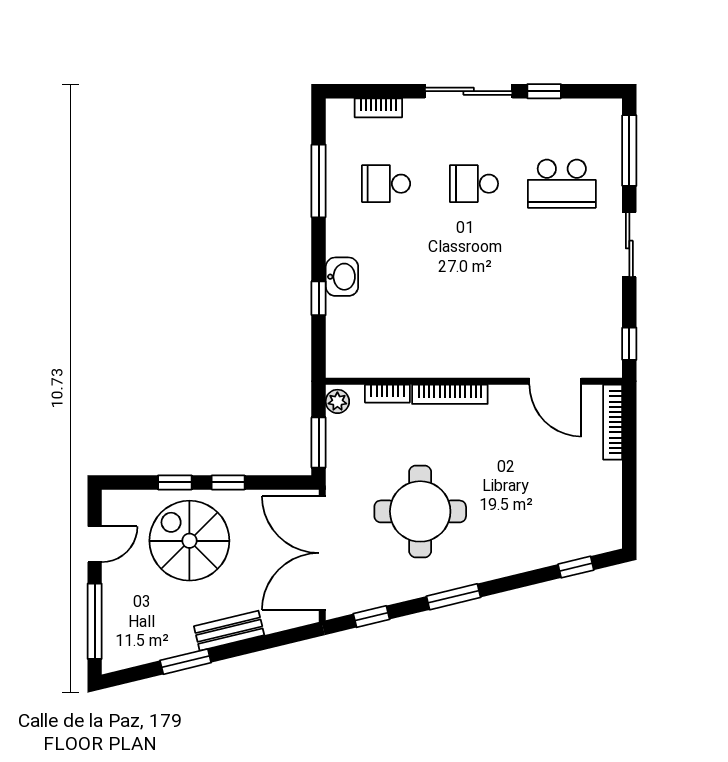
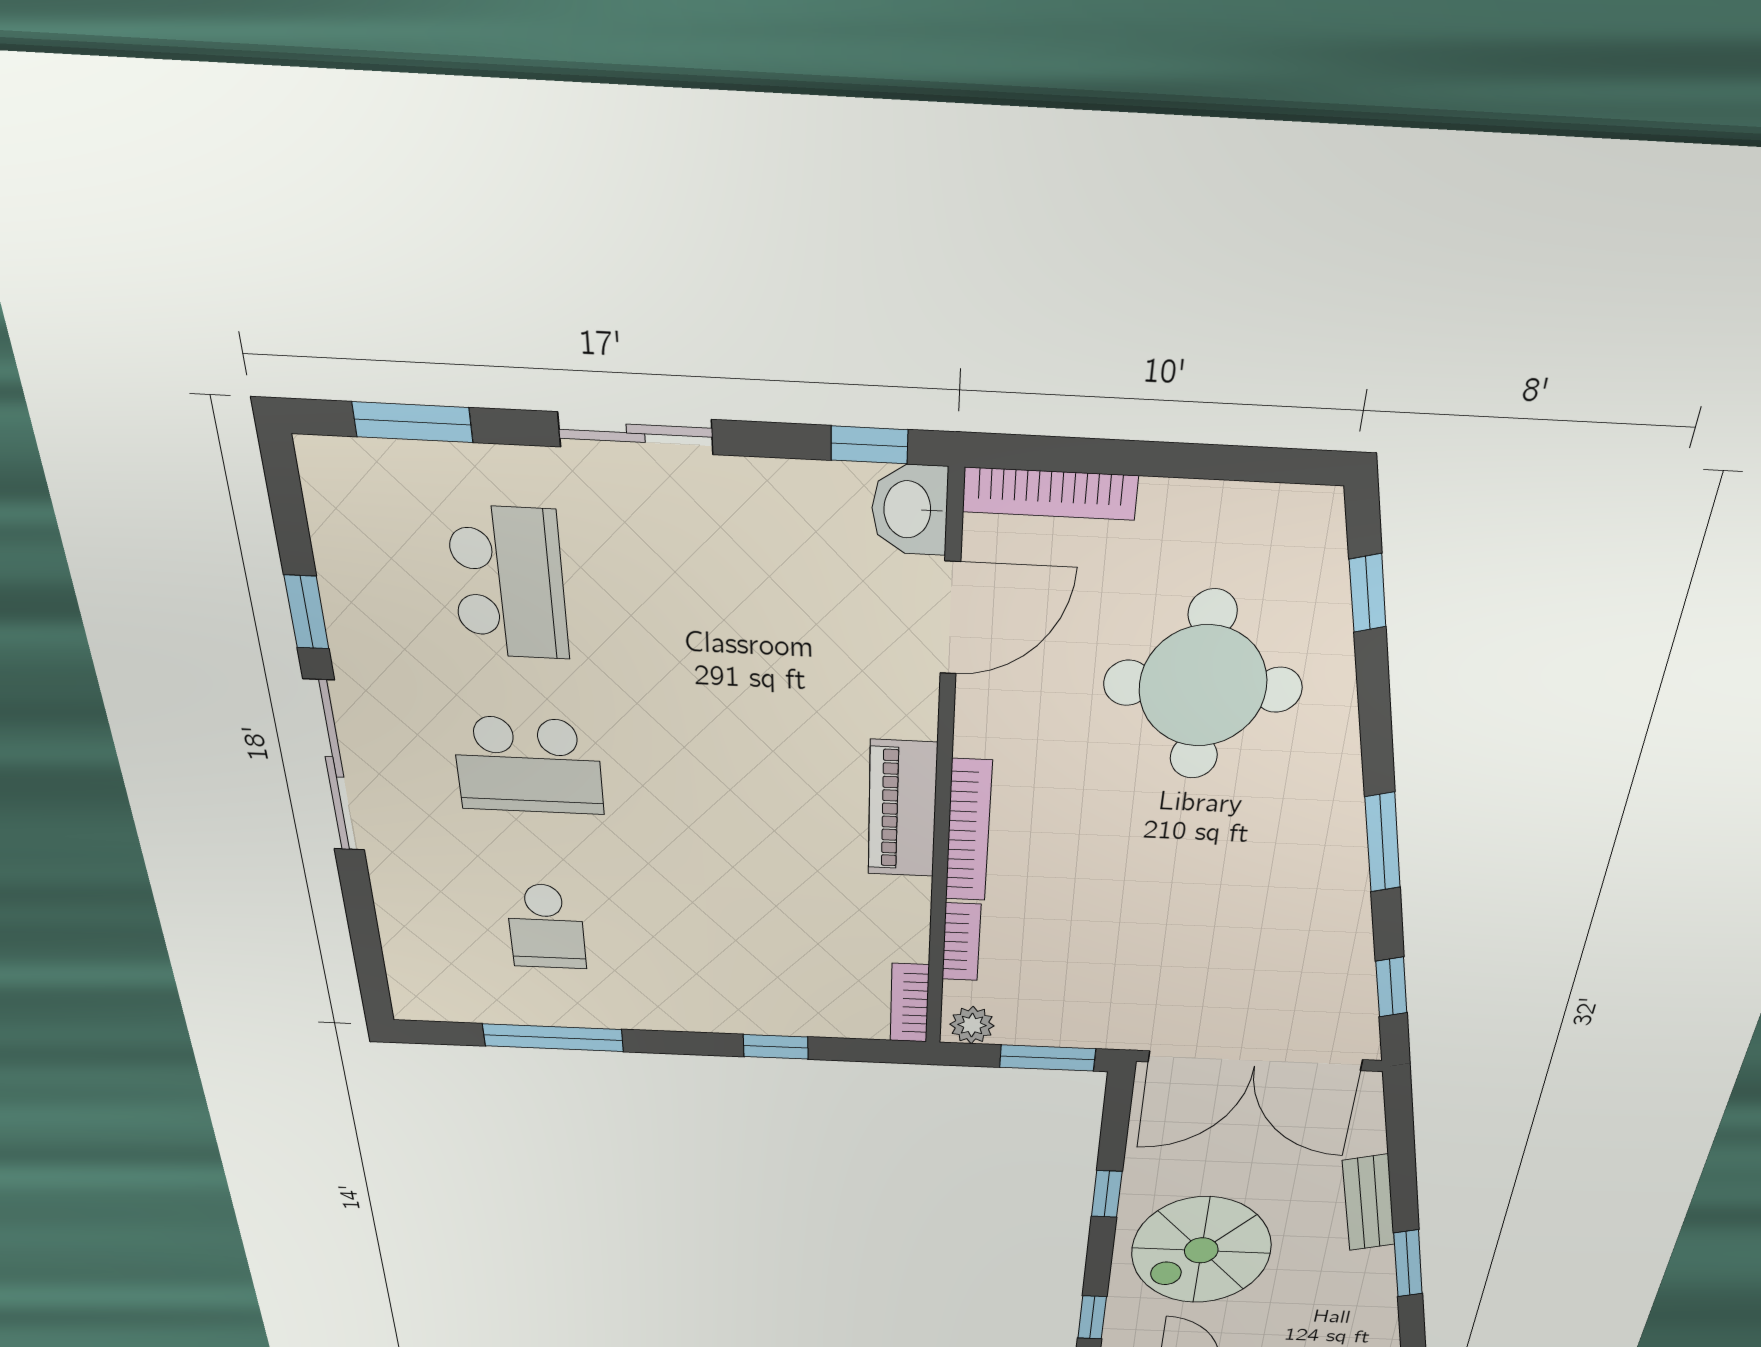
bookcase: (378, 108) -> (910, 1003), moved, turned 180
window: (629, 151) -> (413, 422), width x0.69
school desk: (474, 184) -> (529, 766), width x1.85
washbasin: (342, 277) -> (910, 510), moved, turned -90
piano: (460, 362) -> (902, 809), added
window: (175, 482) -> (1092, 1317), moved
round table: (420, 511) -> (1203, 686), moved

